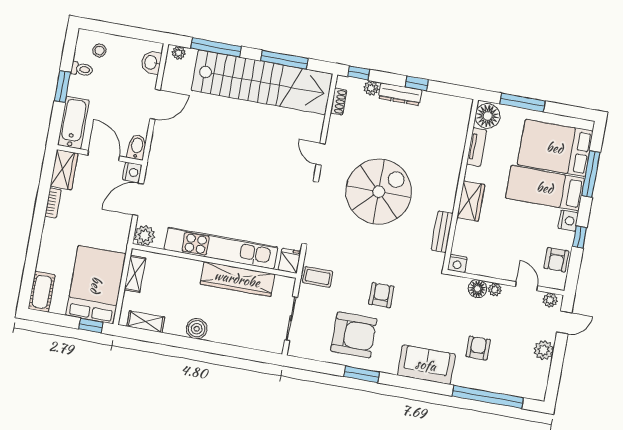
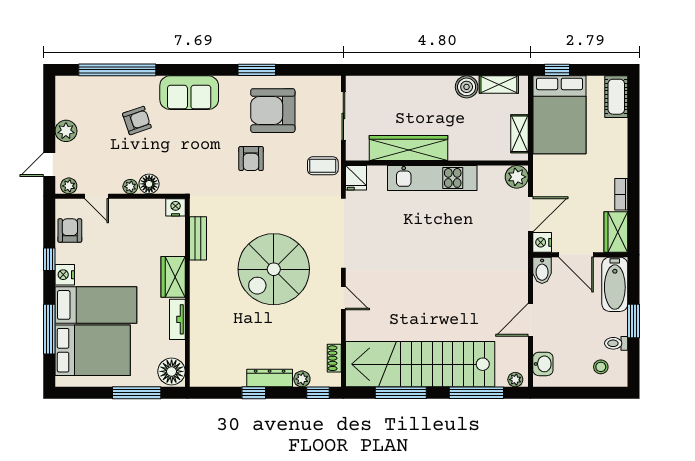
tv unit: (477, 147) -> (177, 319), moved
kitchen unit: (221, 248) -> (432, 178), width x0.73
boiler: (197, 329) -> (467, 87), moved
armchair: (478, 348) -> (137, 121), turned -109

